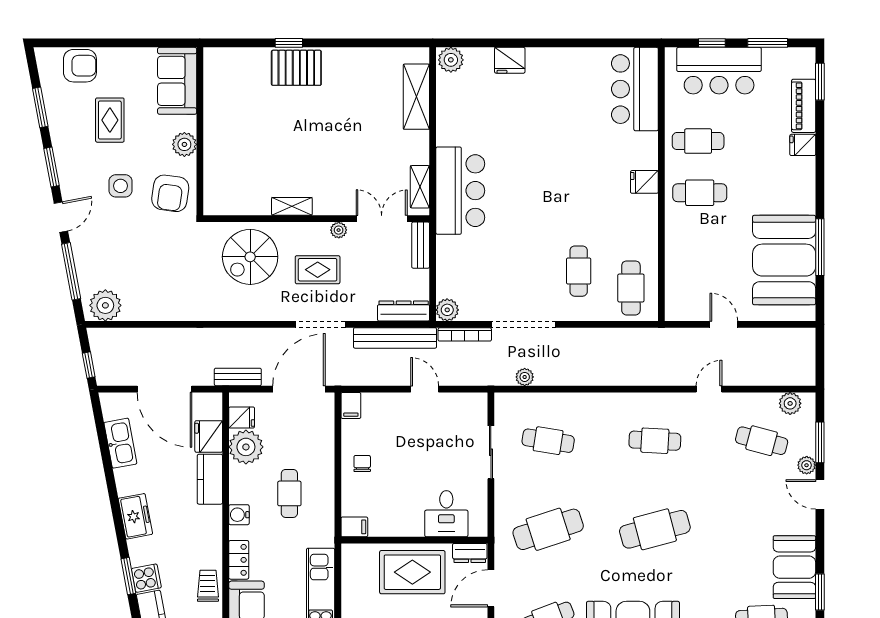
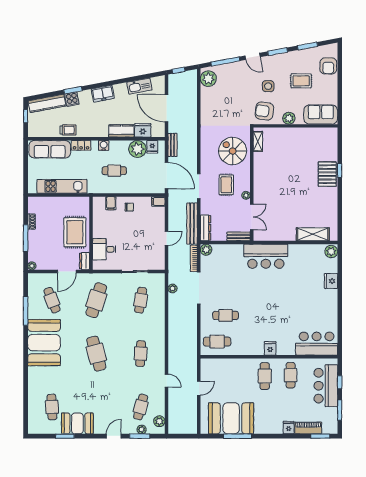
shelving: (420, 187) -> (268, 236), removed
shelving: (292, 206) -> (258, 141), moved
door: (164, 389) -> (166, 108), hinge flipped
plant: (807, 465) -> (142, 429), moved
filing cabinet: (354, 527) -> (111, 203), moved
cafe table: (548, 529) -> (96, 300), turned 36
door: (491, 588) -> (67, 272), swing flipped

